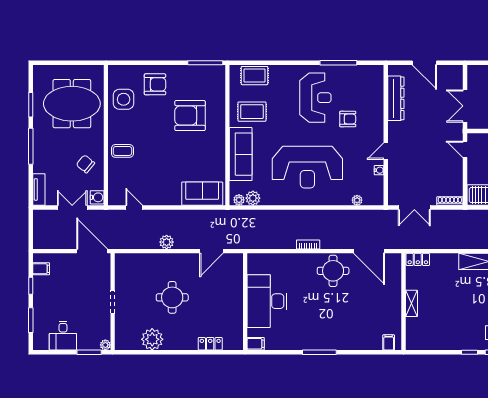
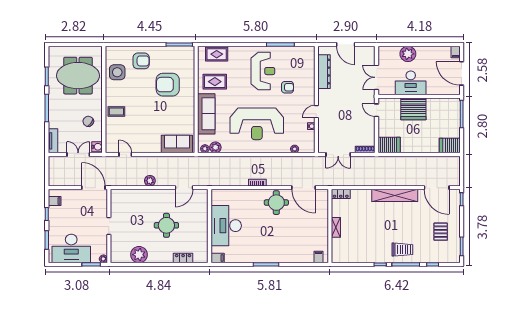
round table: (172, 297) -> (166, 225), moved
desk: (63, 336) -> (71, 248), width x1.87, depth x1.30

